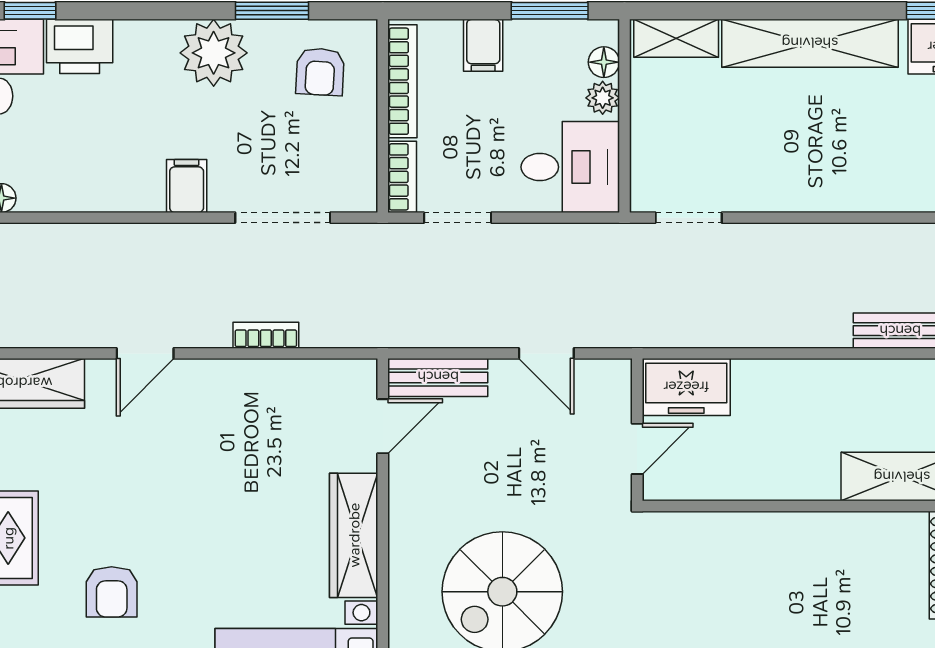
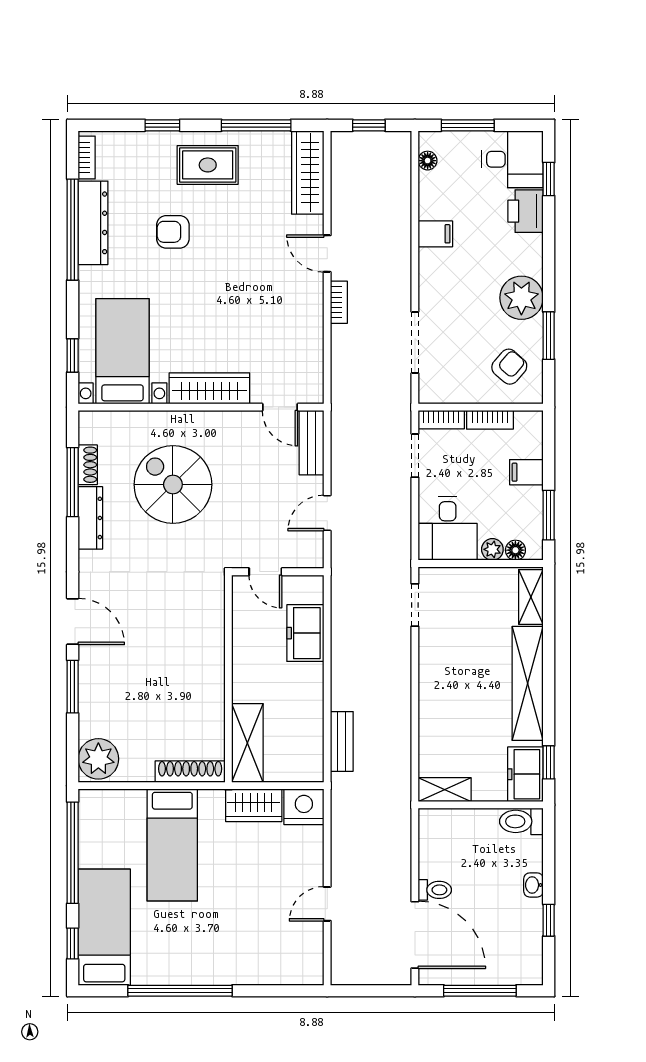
armchair: (320, 72) -> (509, 367), turned 128
bookcase: (402, 81) -> (490, 420), width x0.64
filing cabinet: (187, 186) -> (435, 234), moved
bookcase: (266, 335) -> (339, 302), moved
freezer: (686, 387) -> (305, 633), moved

